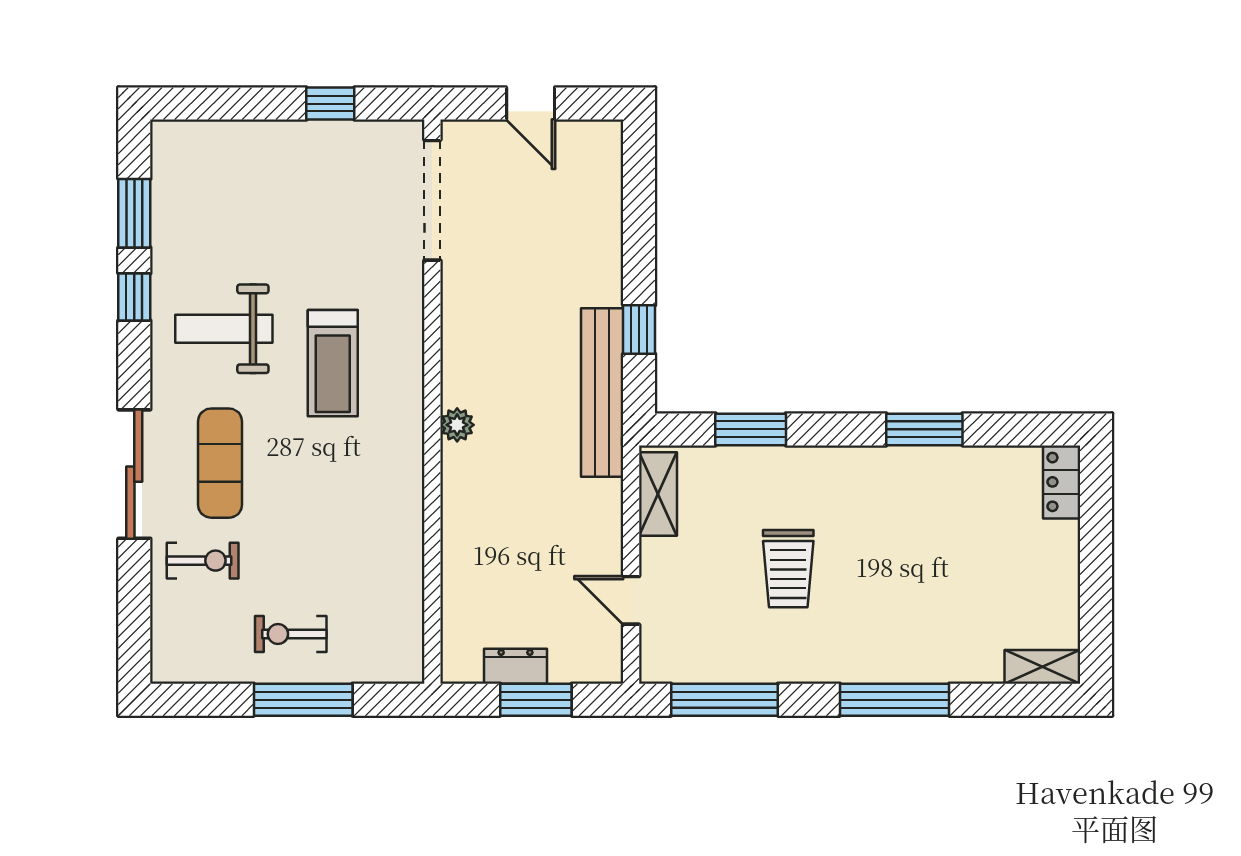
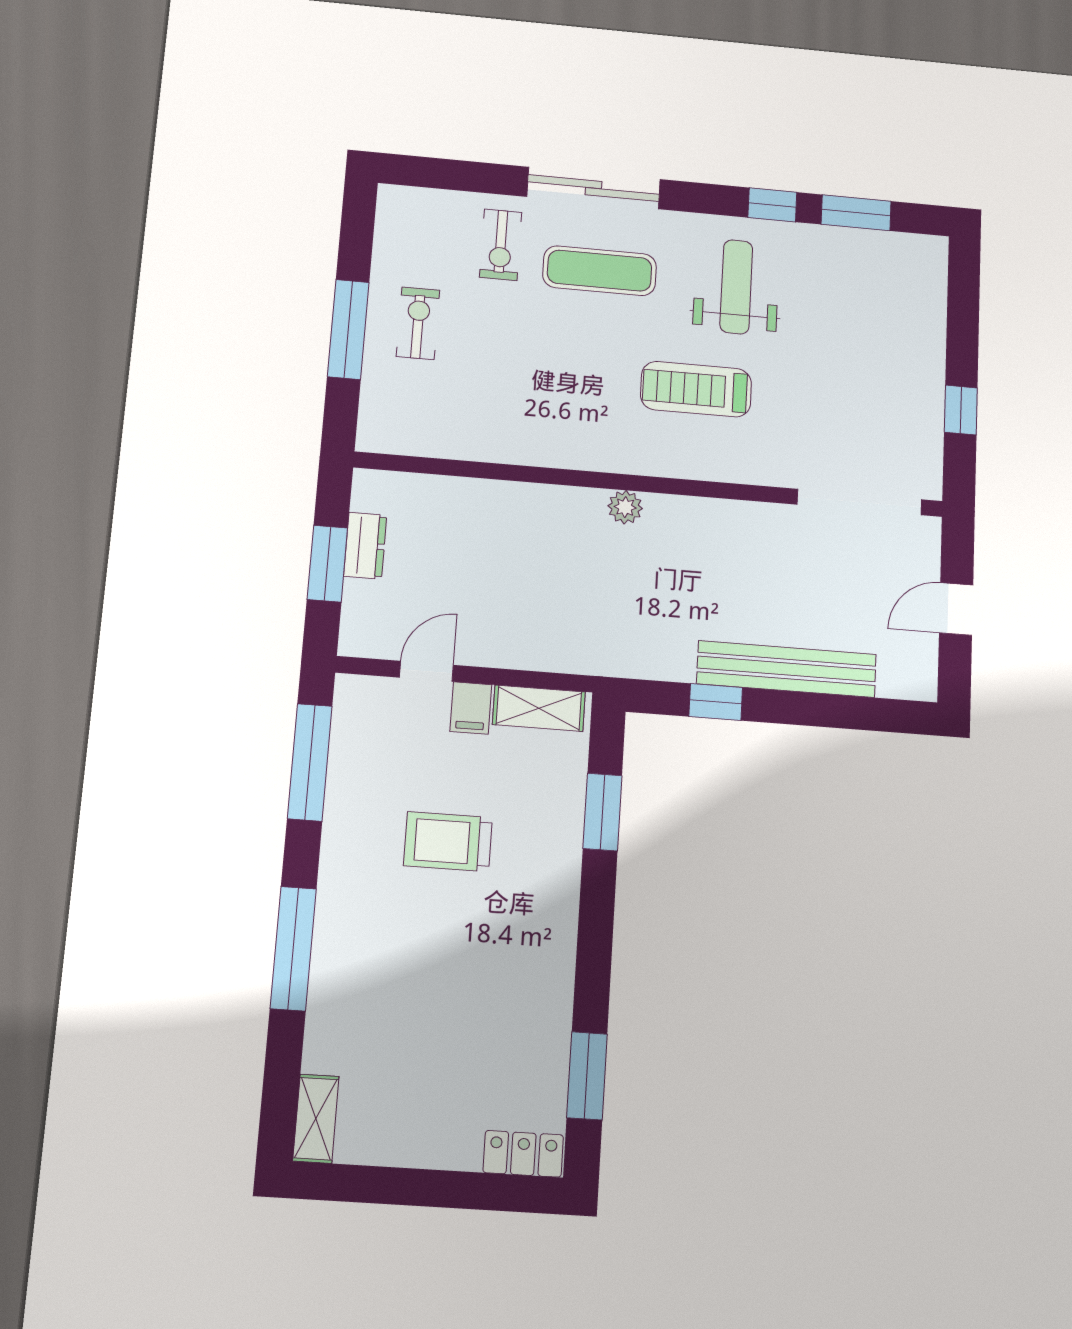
bench: (602, 392) -> (787, 669), moved
window: (924, 429) -> (587, 1076), moved
filing cabinet: (663, 557) -> (471, 708), added

